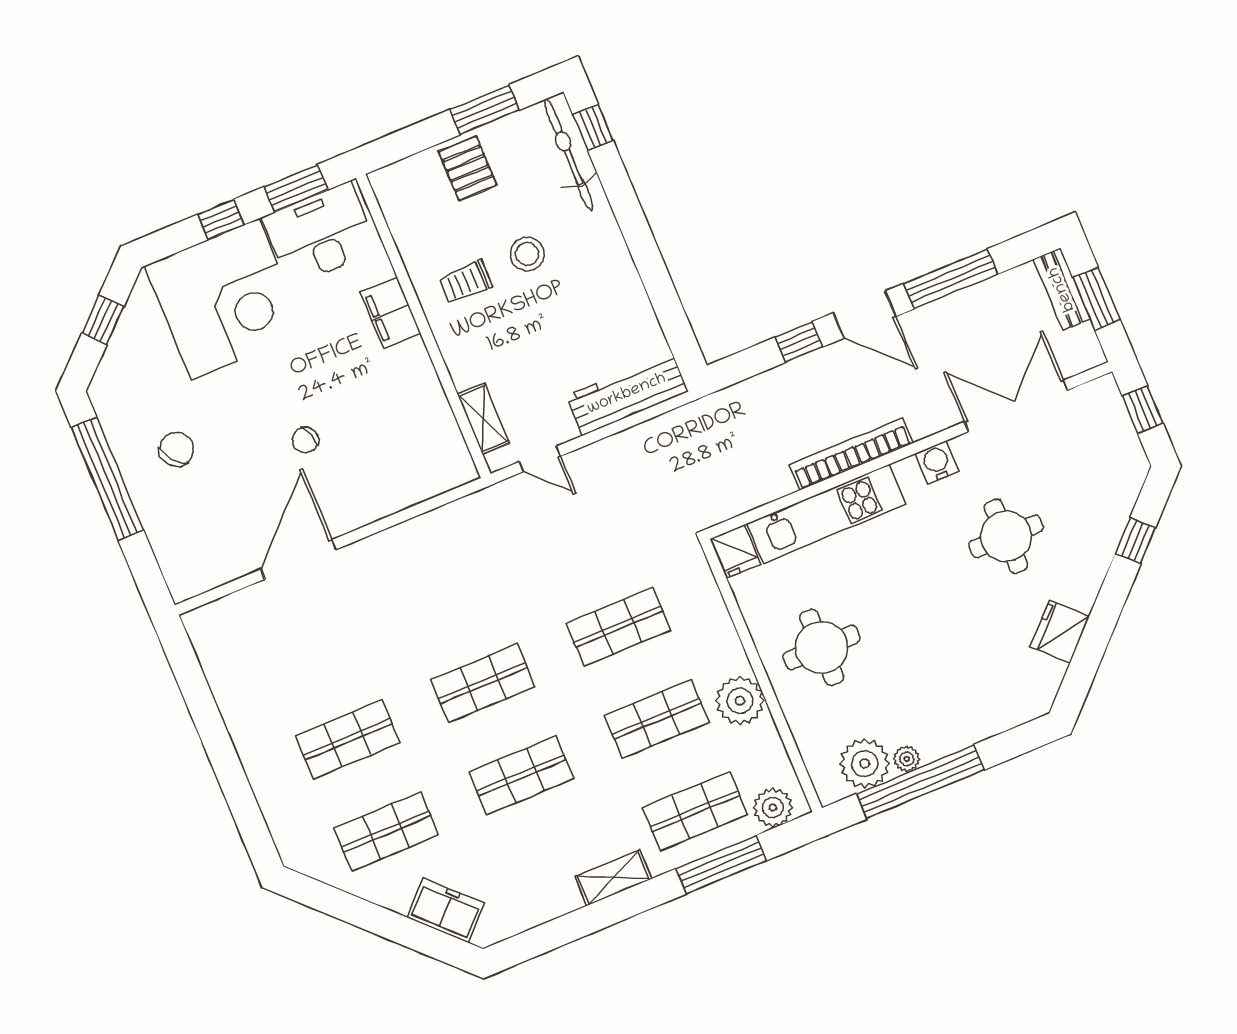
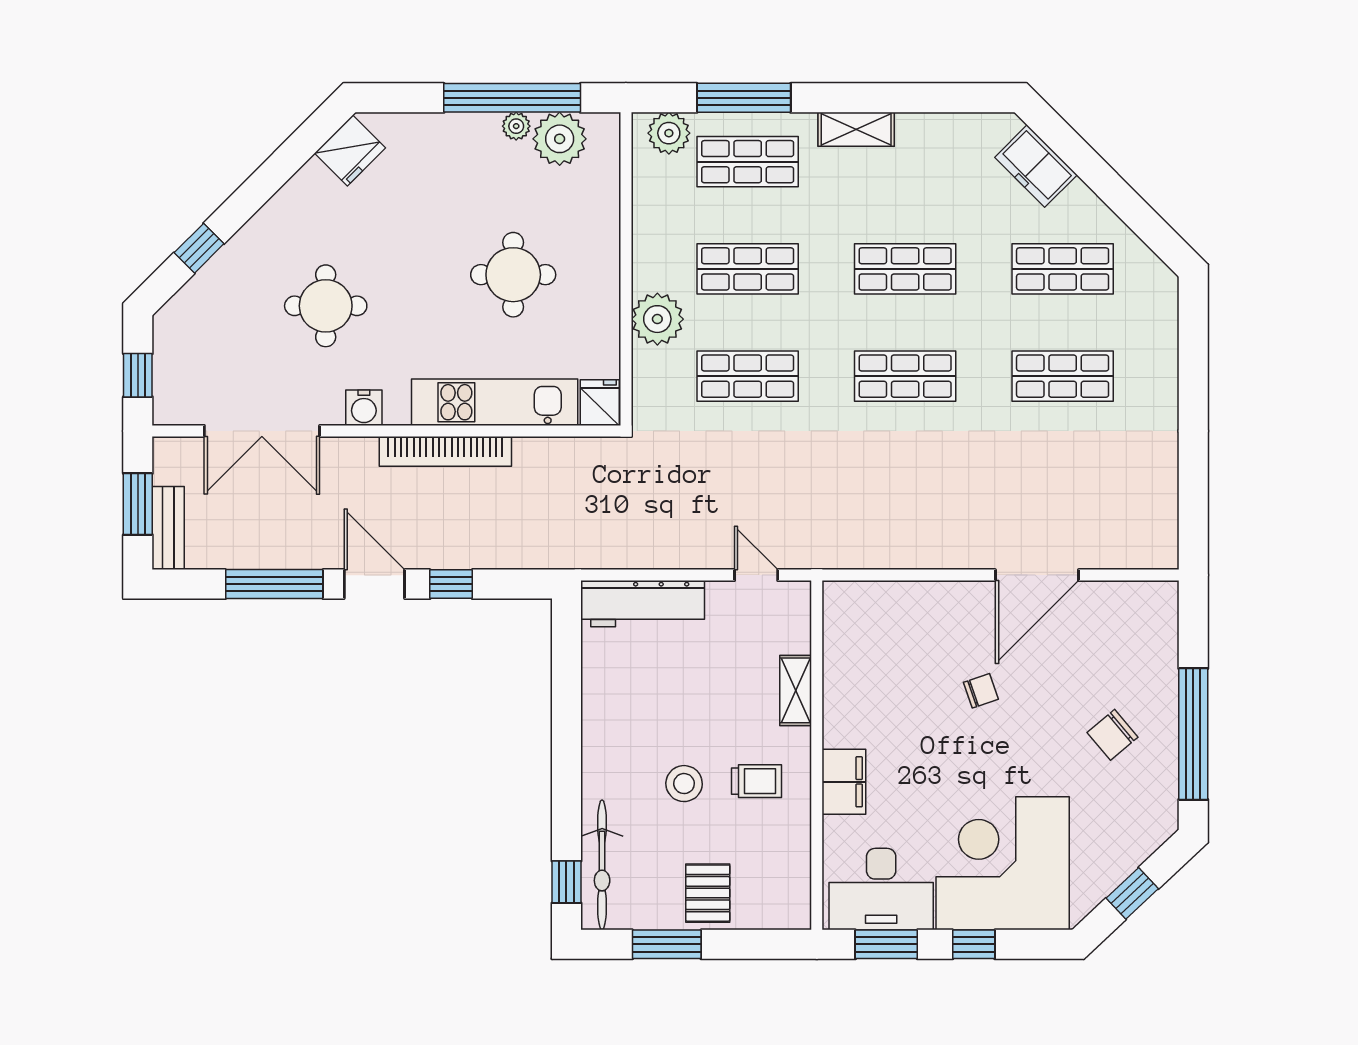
shelving: (483, 419) -> (796, 690), moved
fridge: (1060, 632) -> (350, 151), moved
round table: (822, 647) -> (513, 275), moved
plant: (740, 701) -> (657, 319), moved

